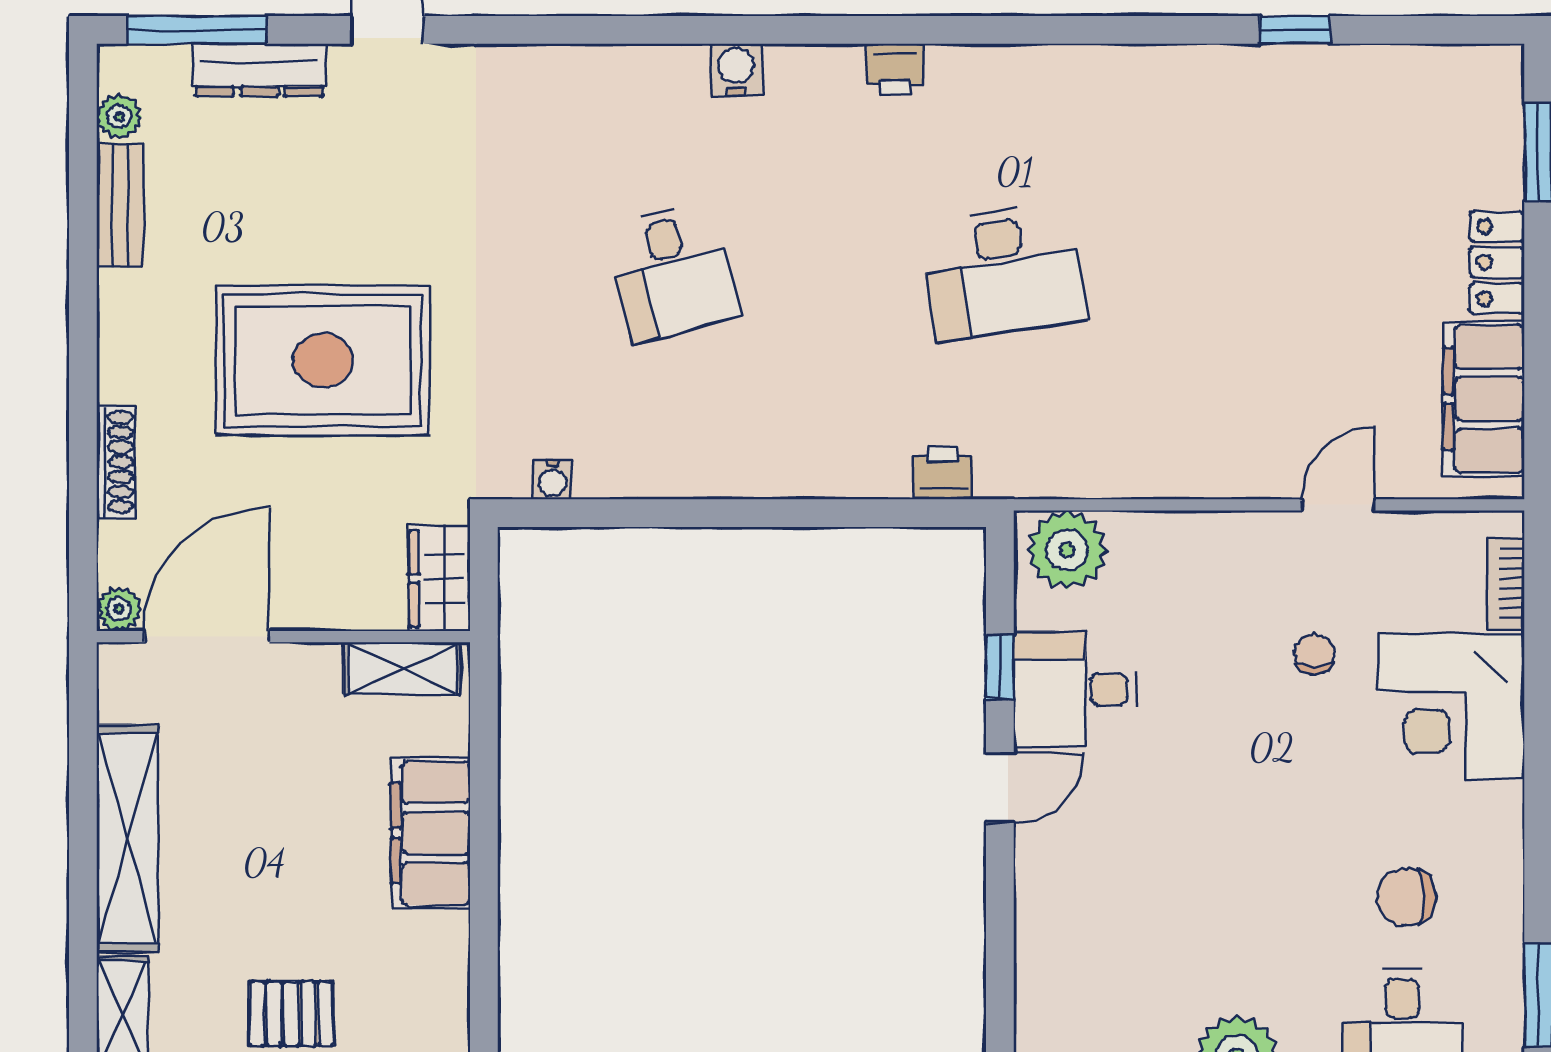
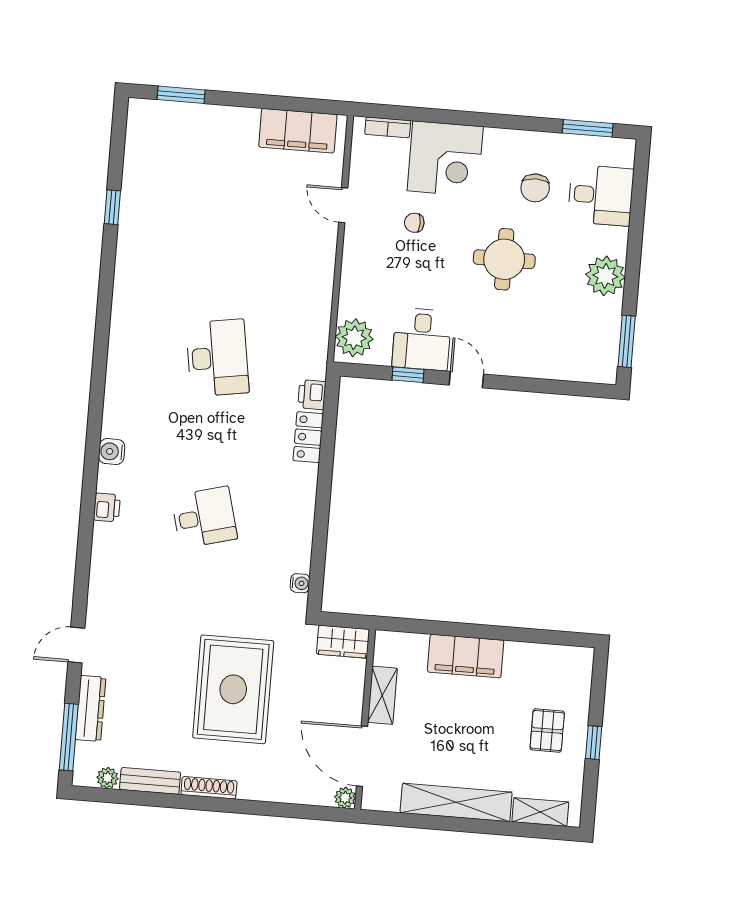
printer: (895, 69) -> (107, 507), moved
water cooler: (736, 70) -> (112, 452), moved
locker: (1497, 262) -> (308, 437), moved, turned 90
shoe rack: (116, 462) -> (209, 788), moved
shelving: (402, 668) -> (382, 695), moved
round table: (1254, 845) -> (504, 259), added

